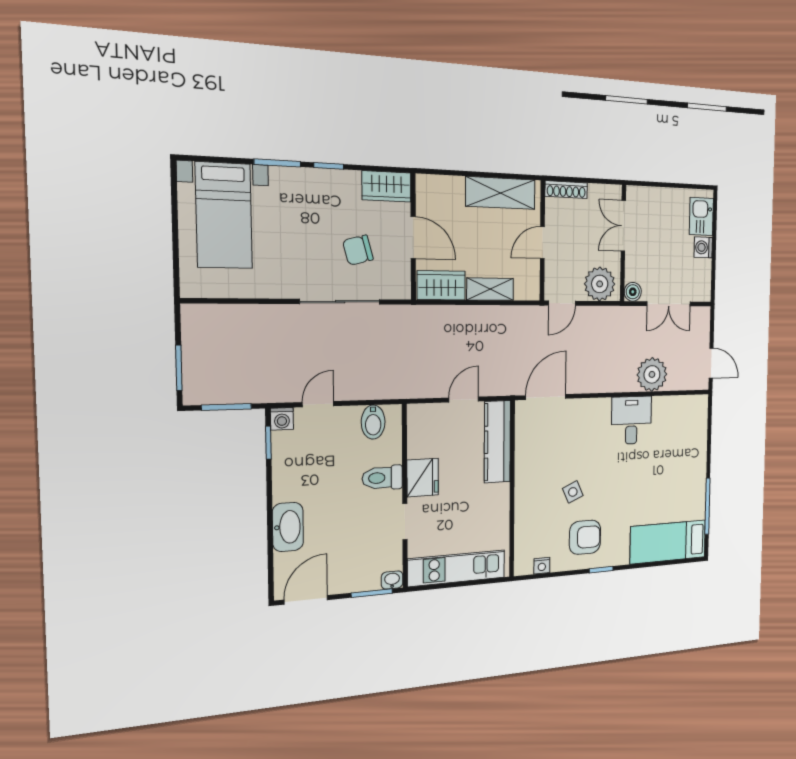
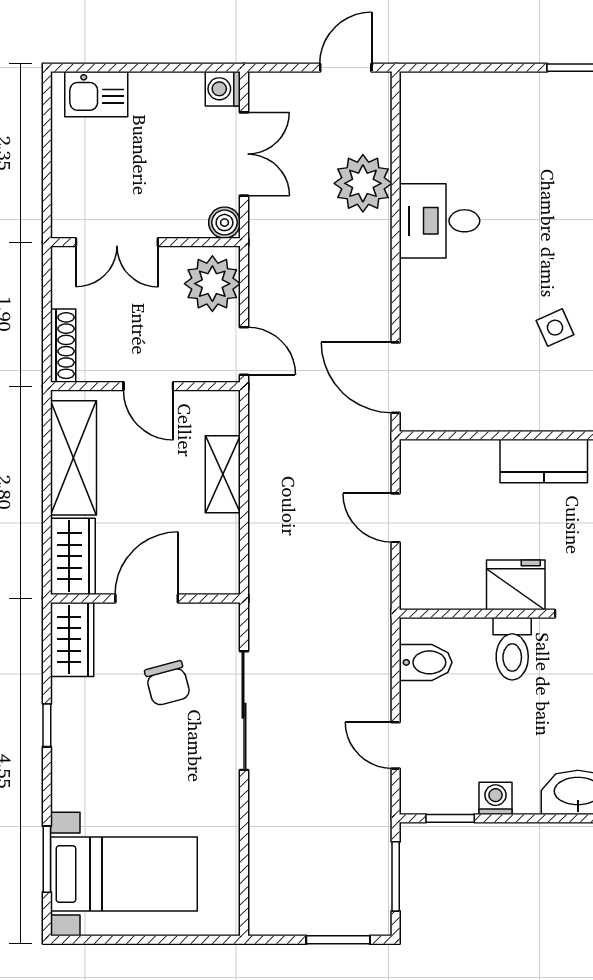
window: (277, 163) -> (47, 859), moved
washing machine: (703, 247) -> (223, 89), moved, turned 90
wardrobe: (441, 285) -> (73, 556), moved, turned 180
washing machine: (282, 419) -> (496, 798), moved, turned -90
kitchen counter: (497, 442) -> (544, 461), moved, width x0.67

